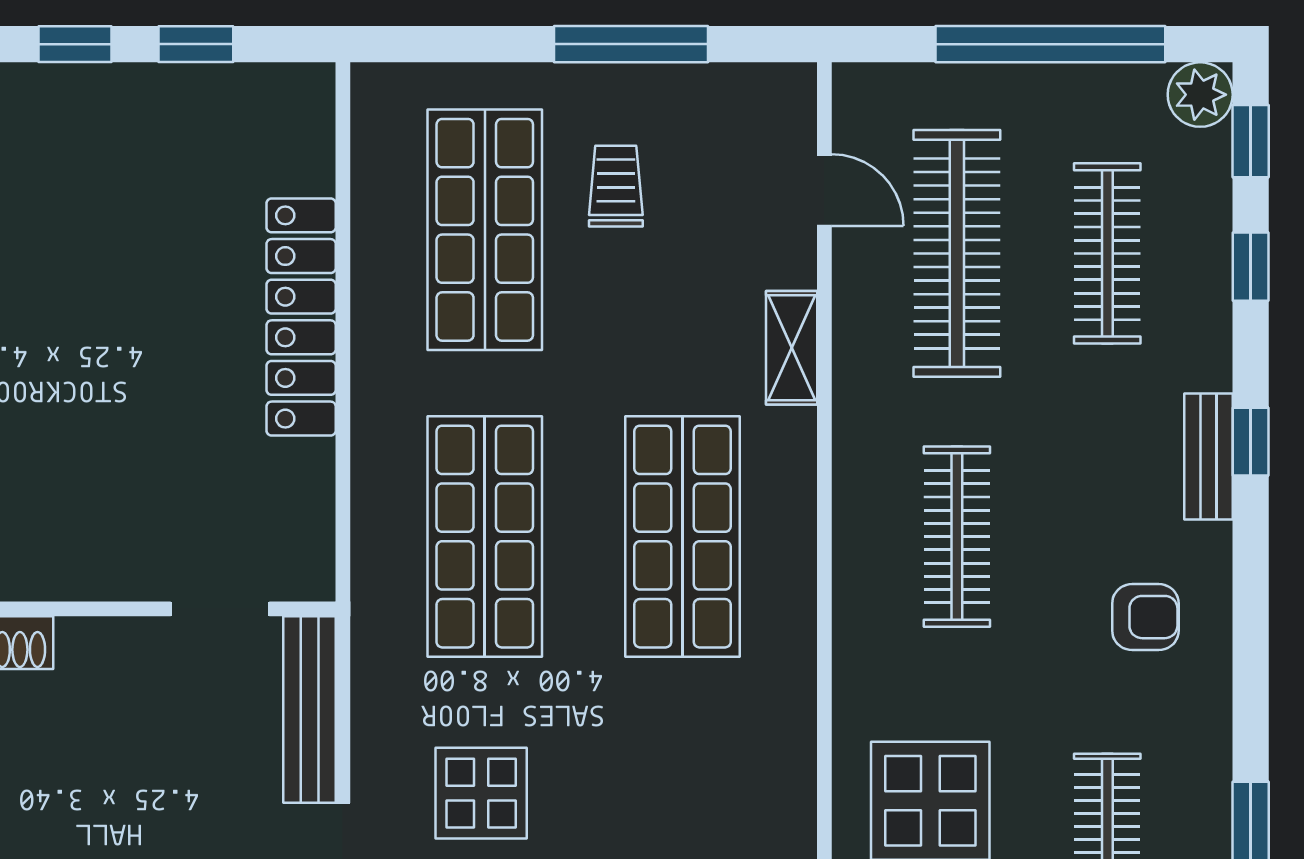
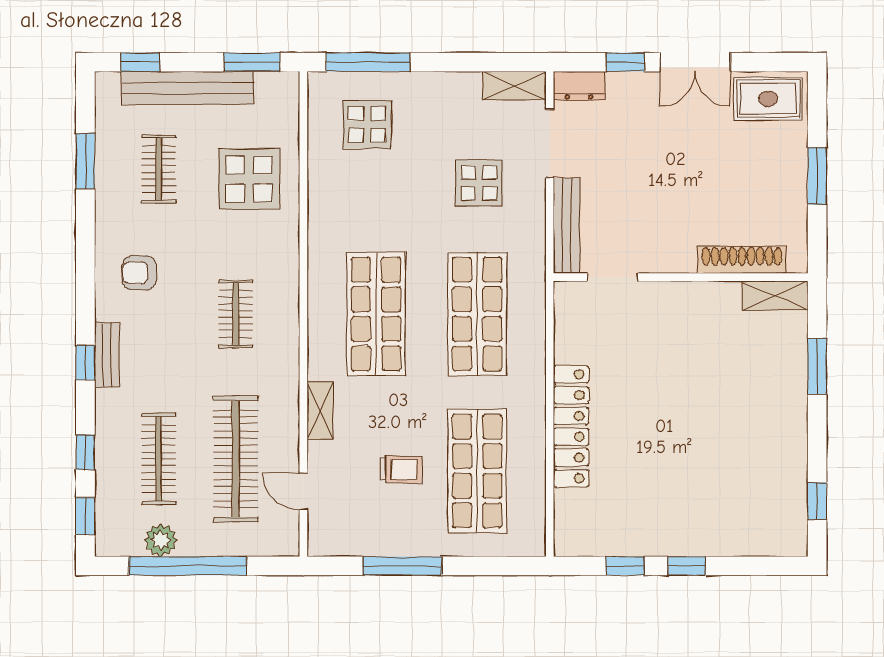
plant: (1200, 95) -> (161, 540), moved
trolley: (616, 186) -> (401, 469), moved, turned -89
clothes rail: (957, 537) -> (236, 314), width x0.73

